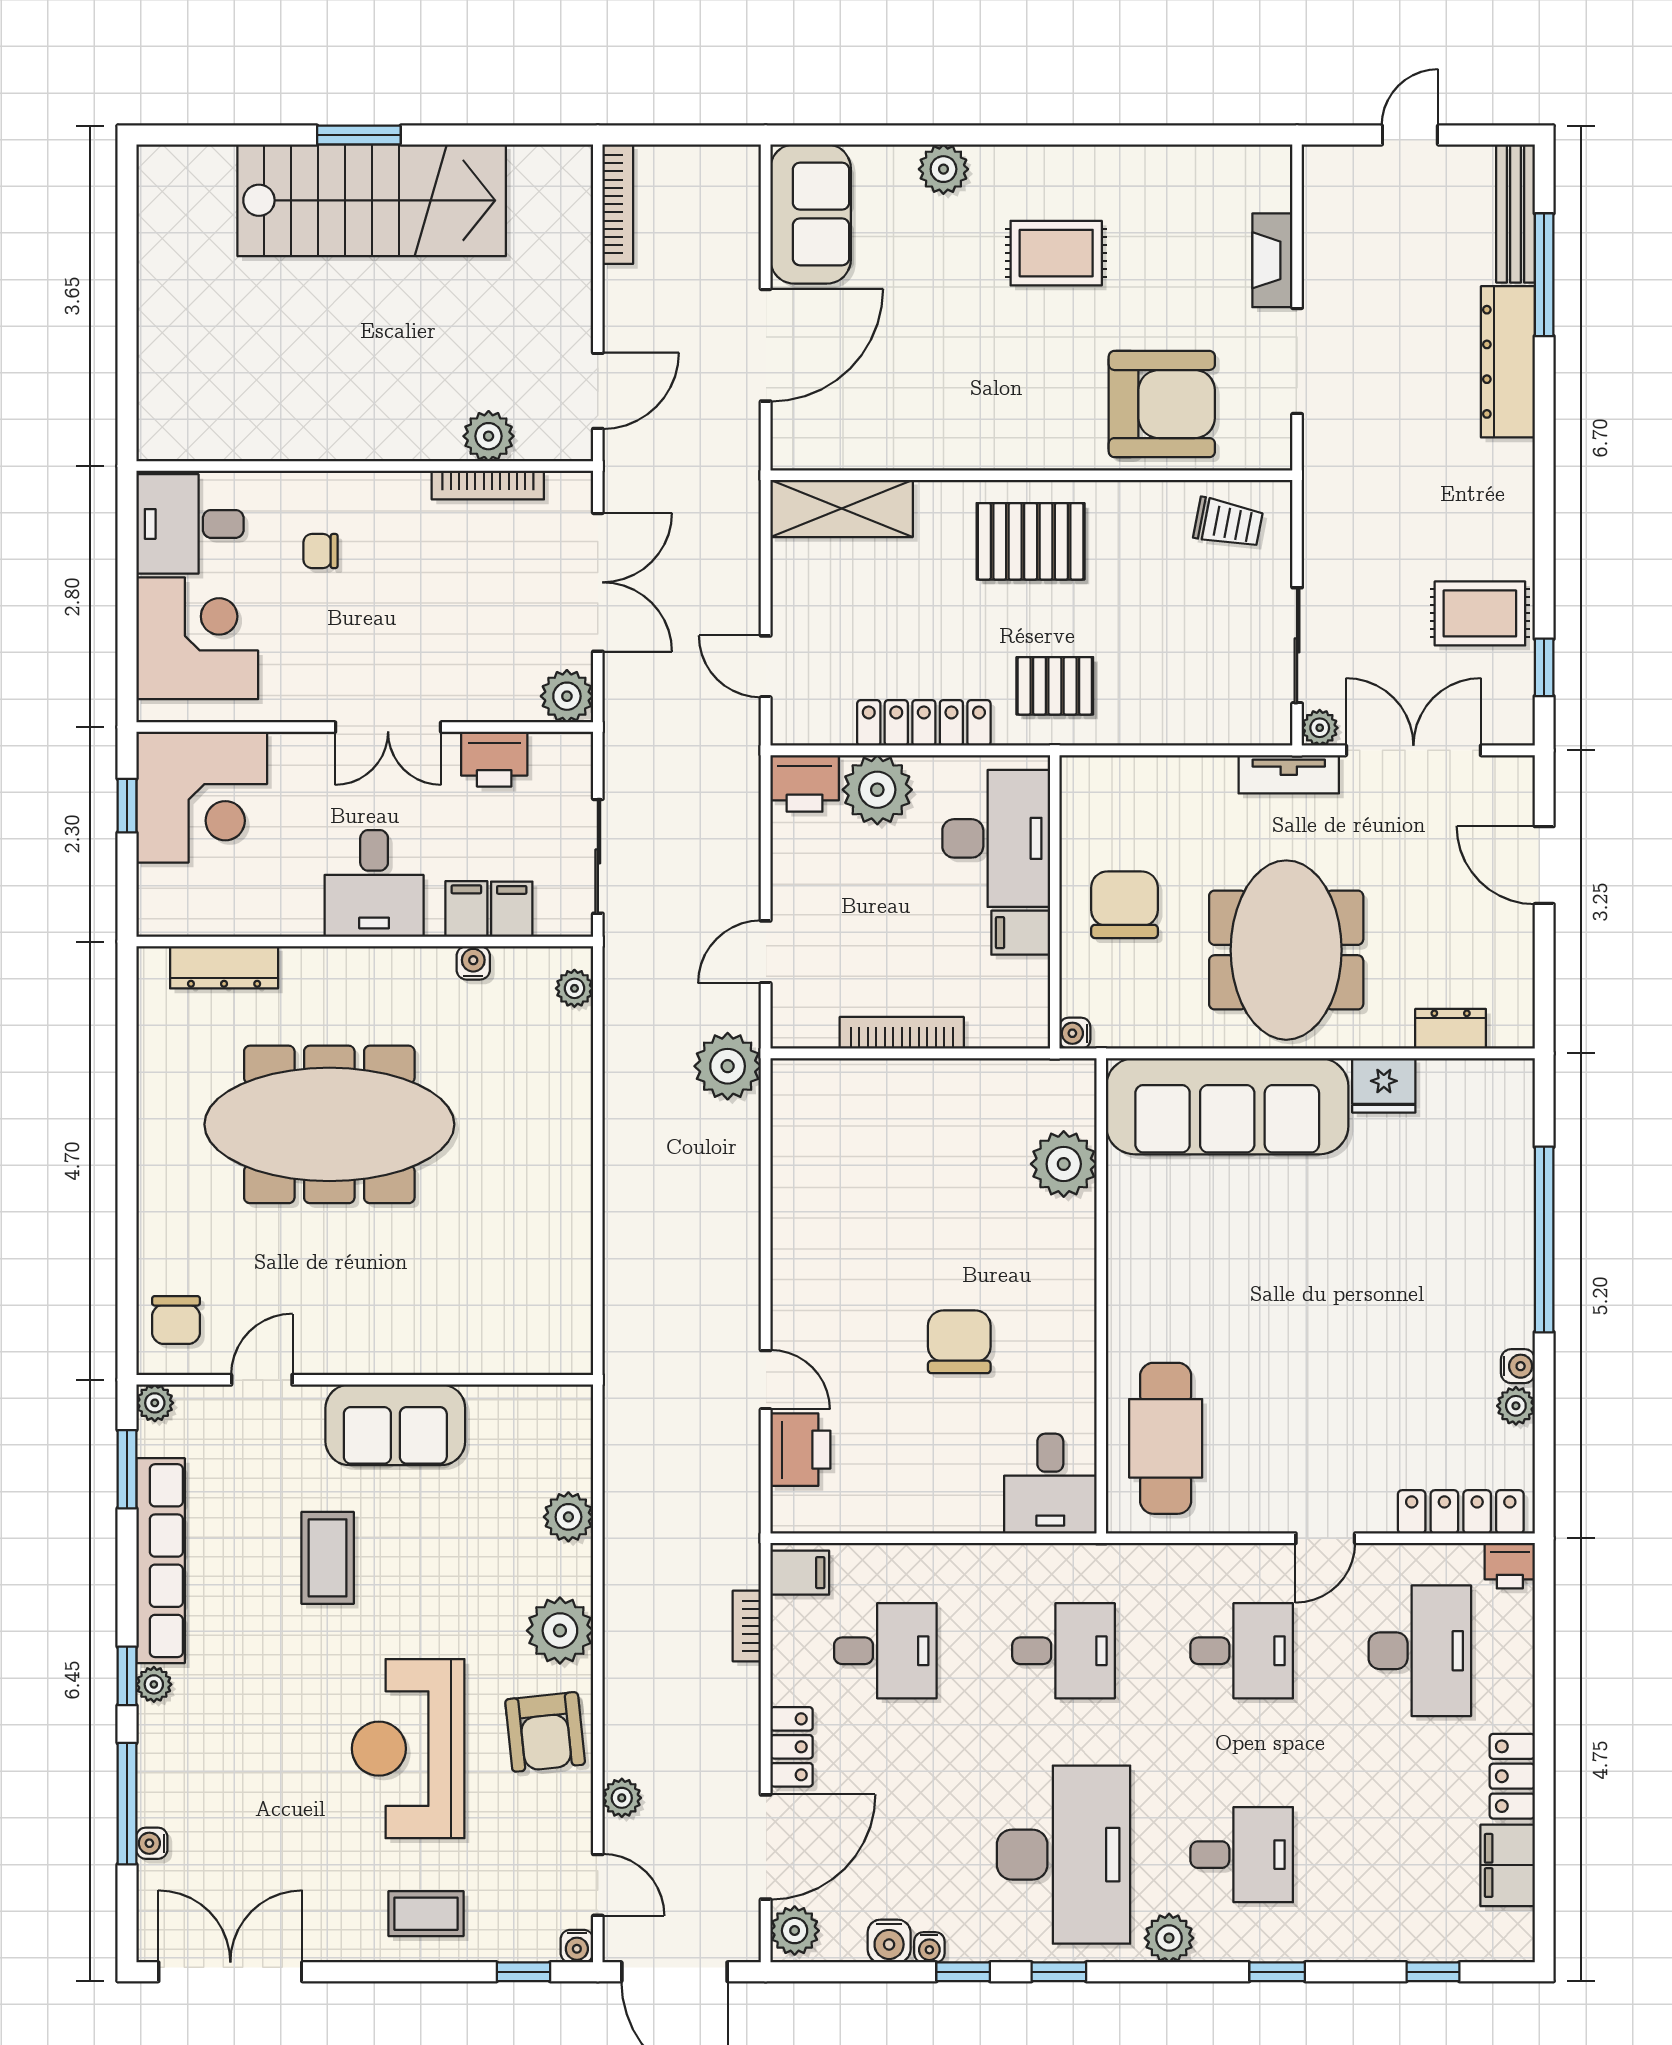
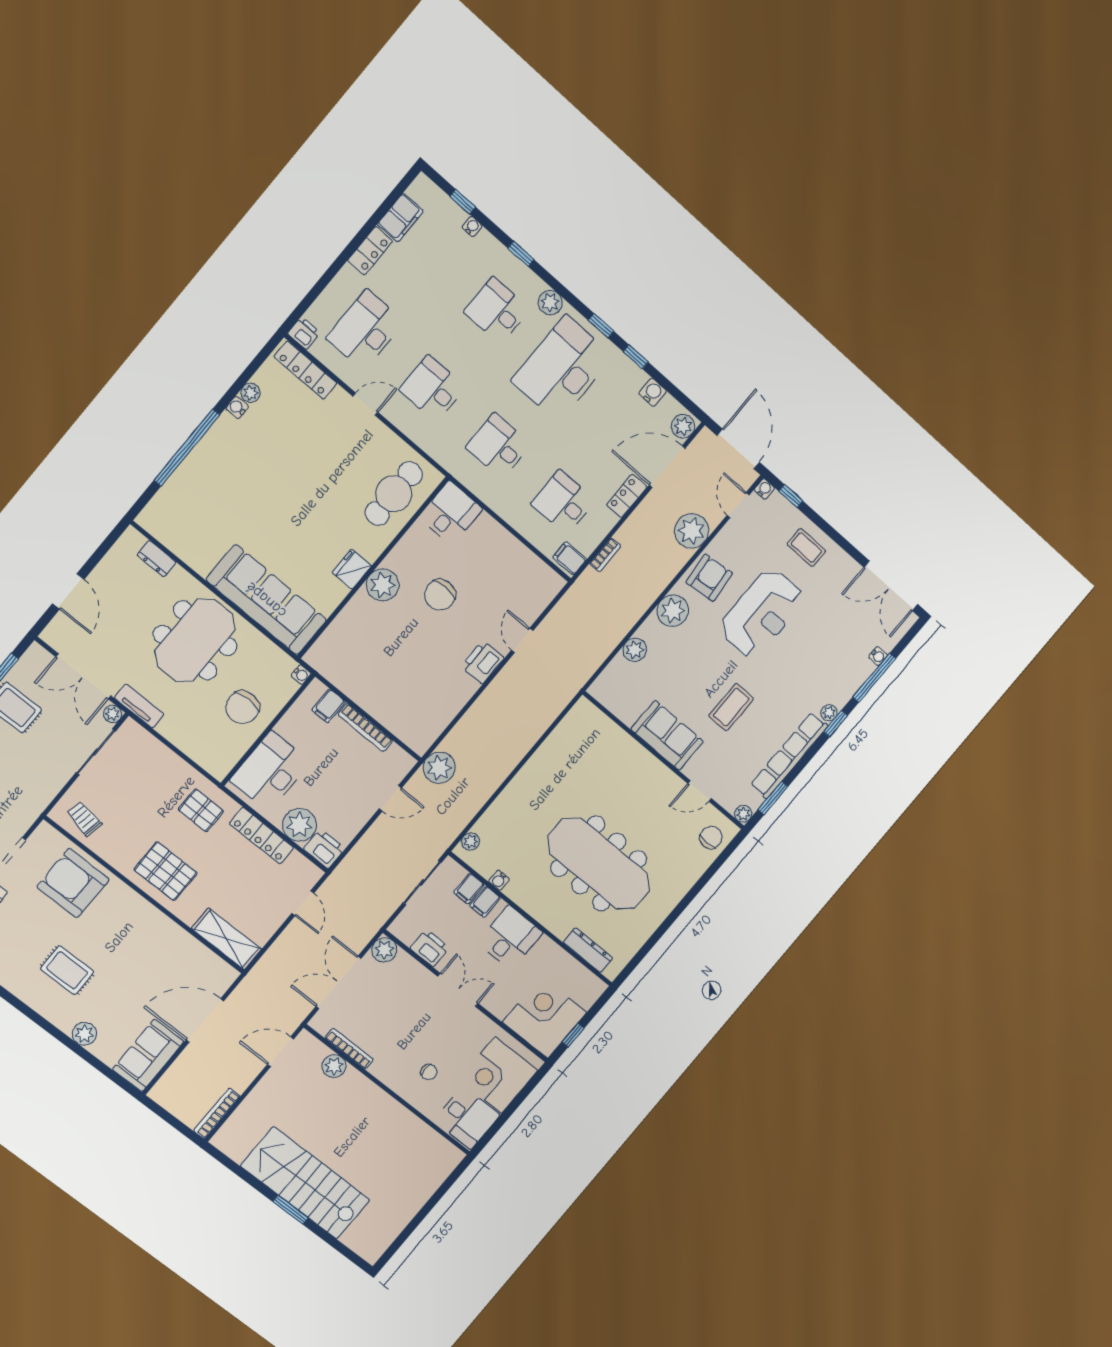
filing cabinet: (1021, 933) -> (329, 706), moved, turned 90
fridge: (1384, 1085) -> (352, 569), moved, turned -90
plant: (1064, 1164) -> (383, 585), moved
printer: (800, 1450) -> (483, 662), moved
plant: (622, 1798) -> (692, 531), width x1.88, depth x1.88
water cooler: (929, 1947) -> (472, 227), moved

